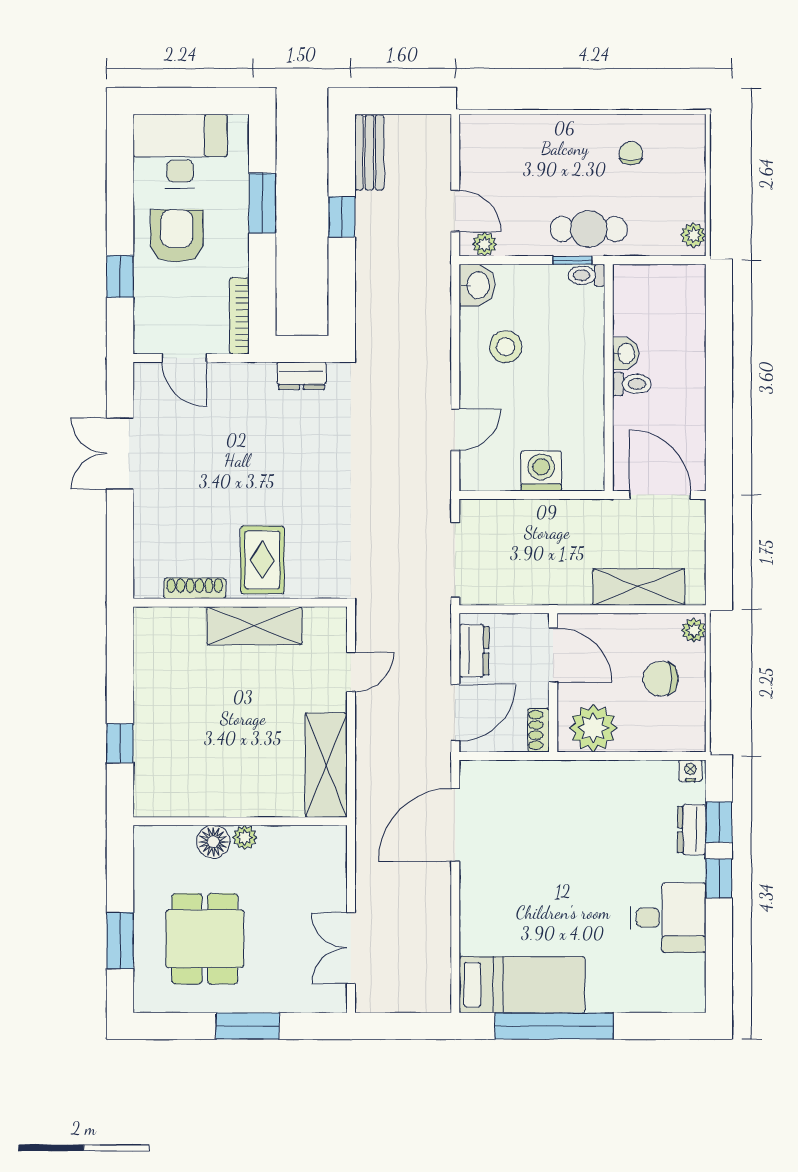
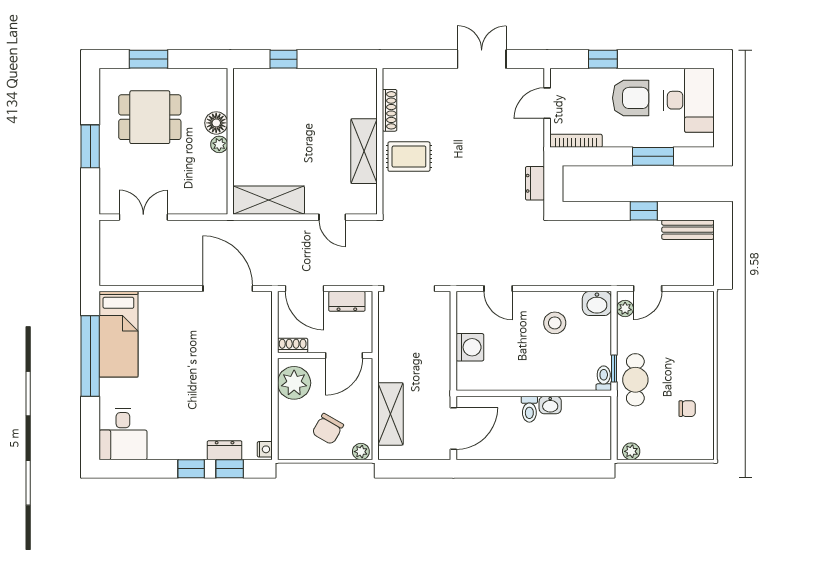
chair: (661, 679) -> (328, 429), turned -150
desk: (668, 918) -> (123, 434), moved

